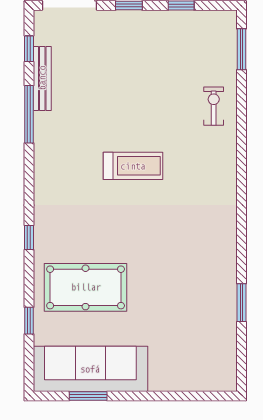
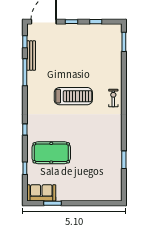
exercise bike: (214, 106) -> (113, 98), moved
treadmill: (133, 166) -> (73, 96), width x1.37, depth x1.38
sofa: (90, 369) -> (41, 193), width x0.54, depth x0.79

